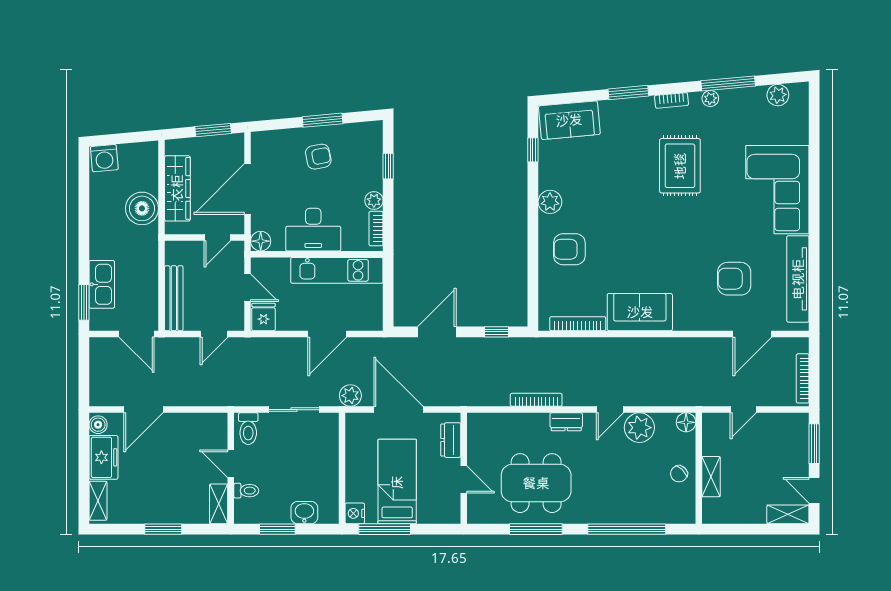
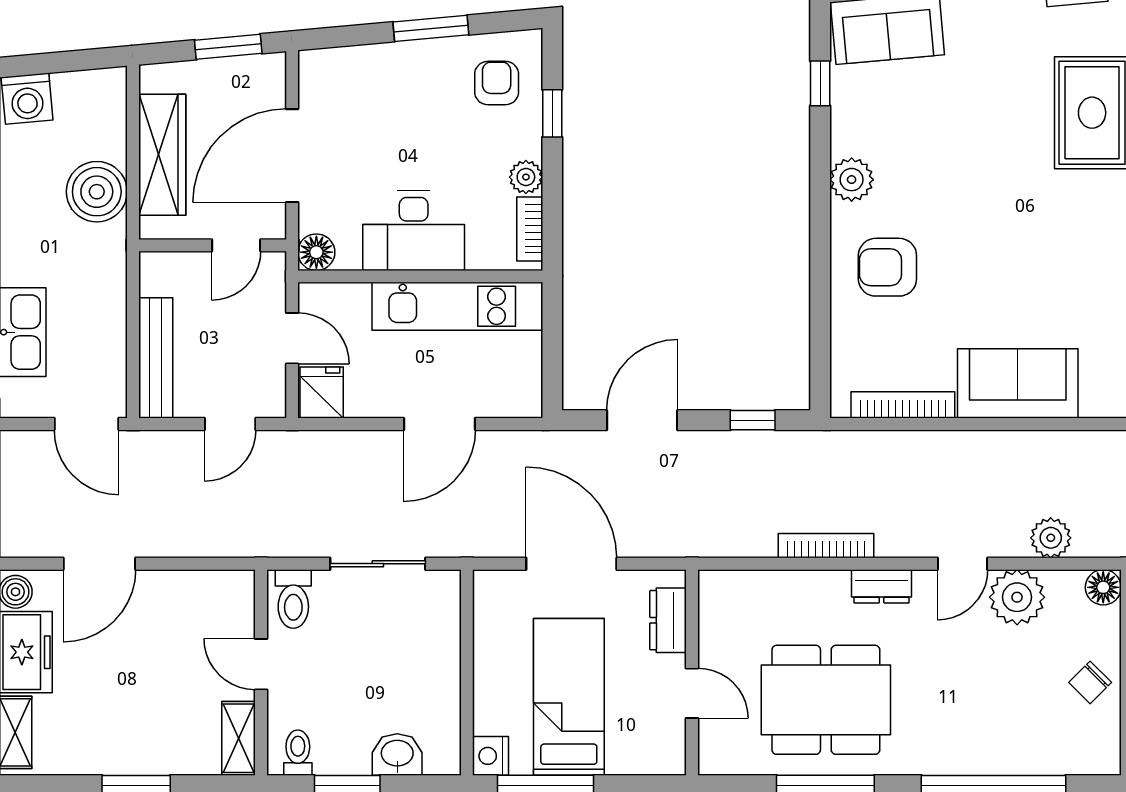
armchair: (318, 157) -> (497, 83), moved, turned -79
plant: (350, 396) -> (1051, 538), moved
toilet: (246, 491) -> (298, 753), moved, turned -90

